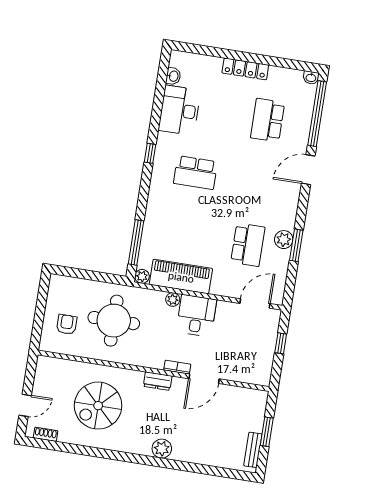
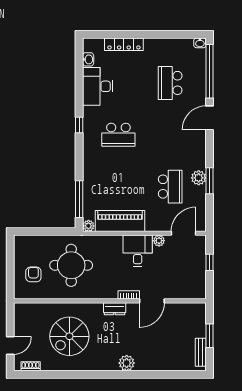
locker: (245, 69) -> (124, 44), moved
plant: (173, 300) -> (159, 241), moved

